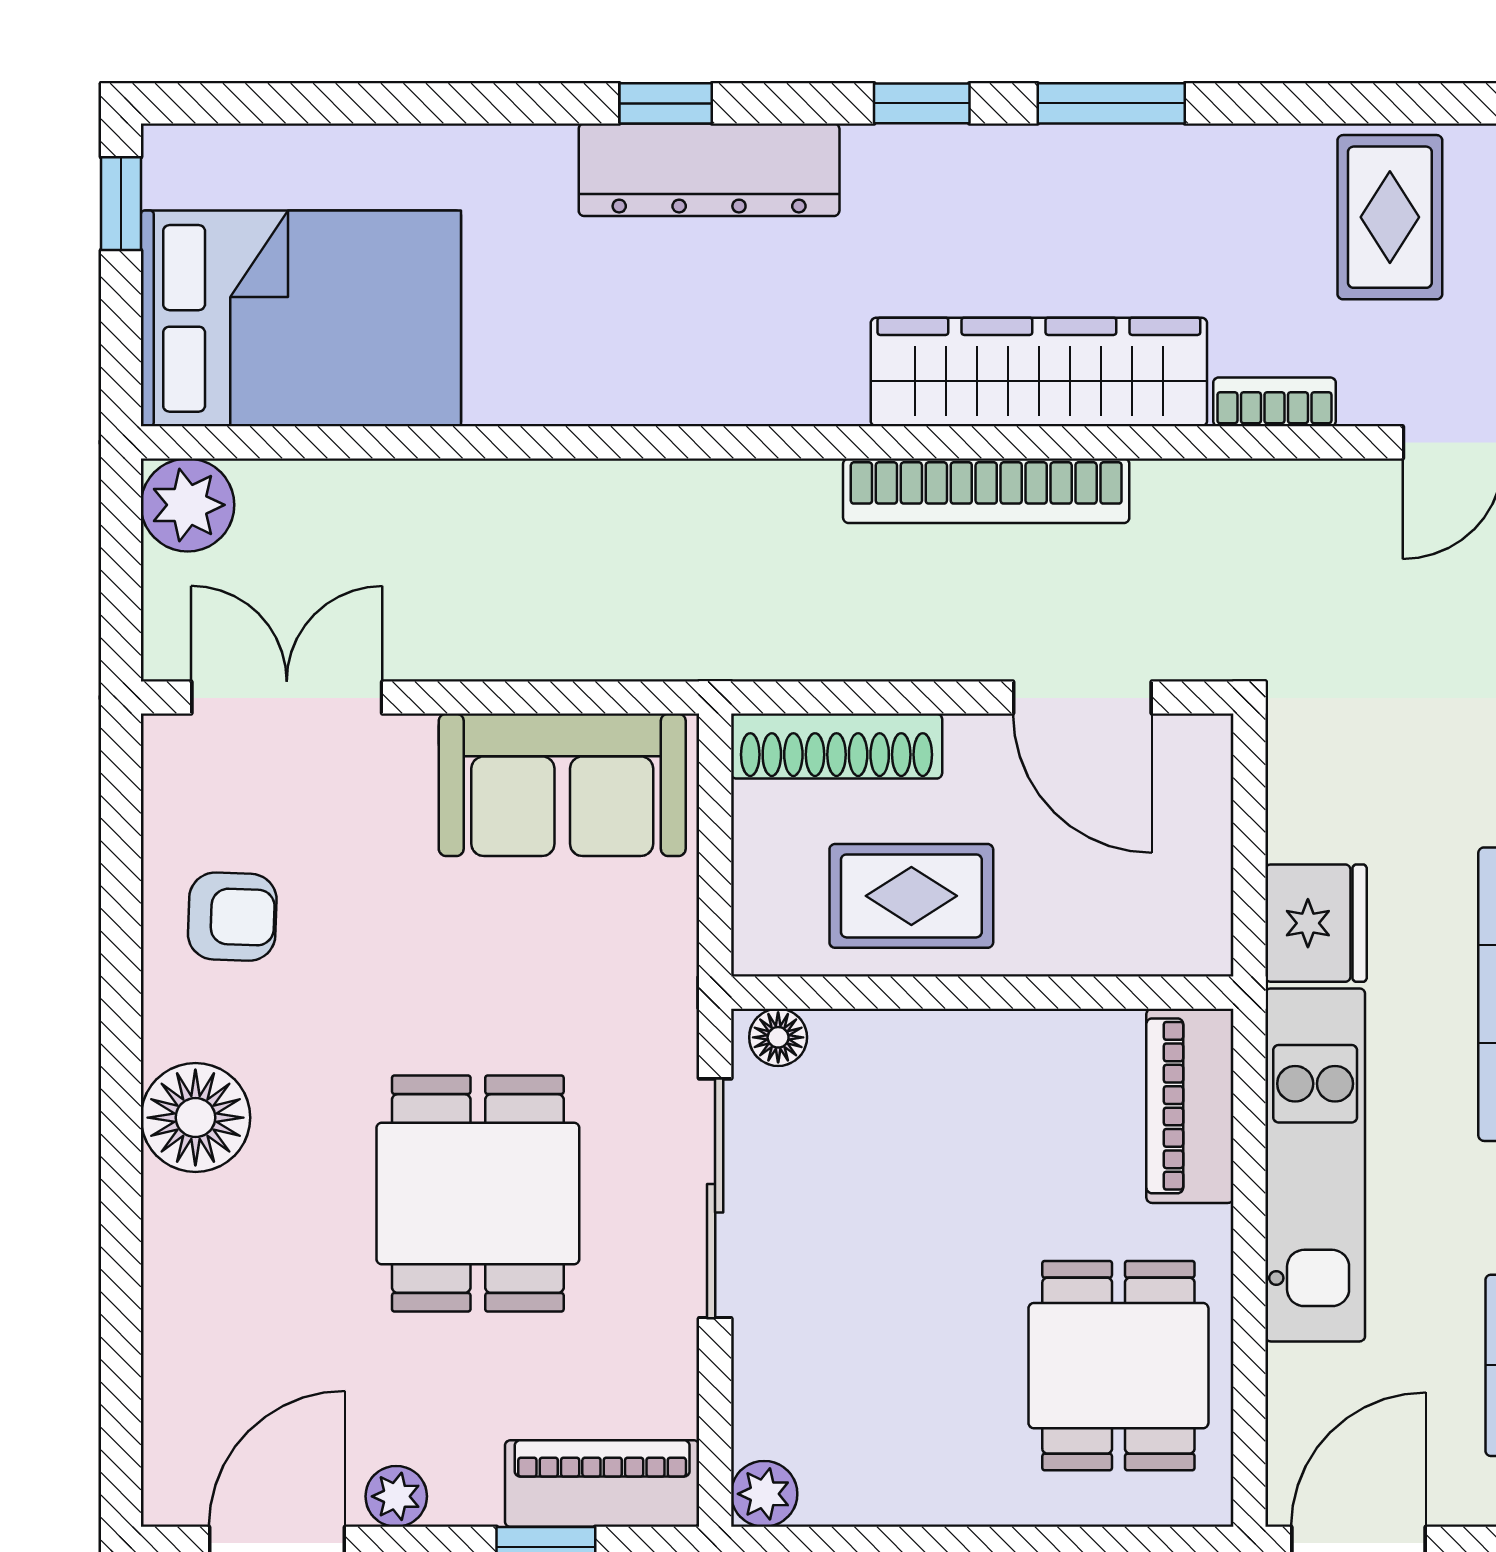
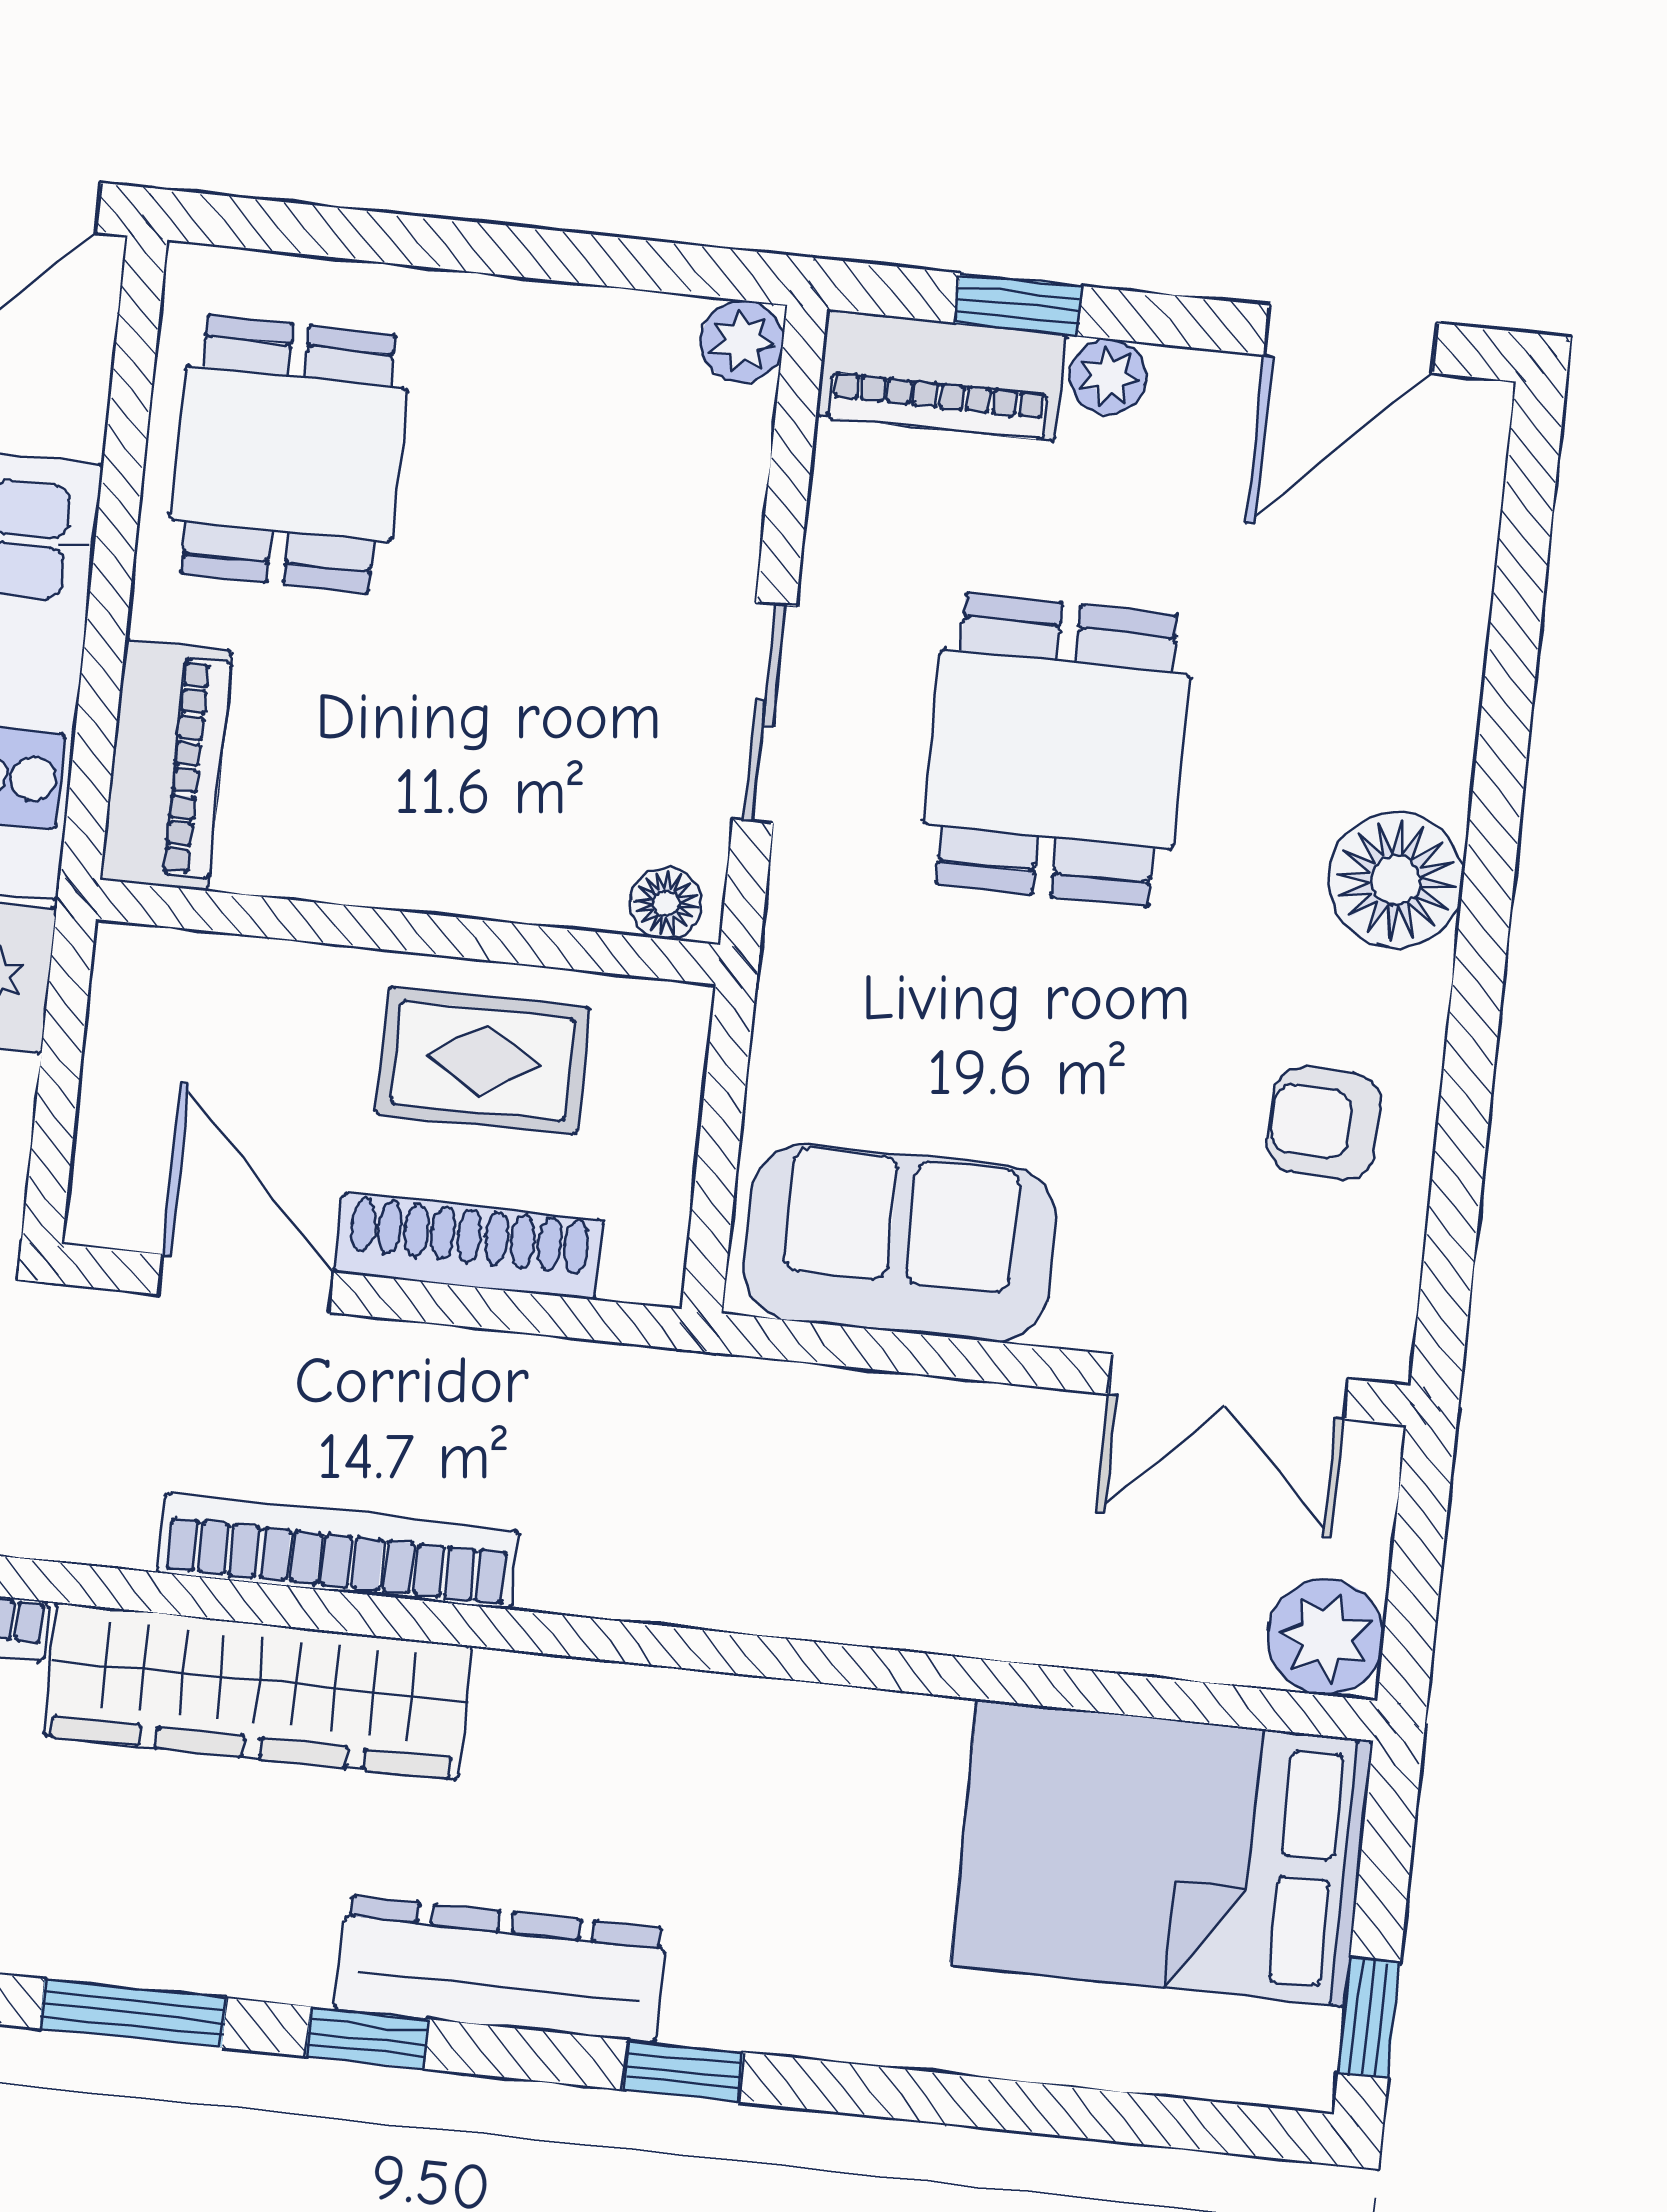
dresser: (709, 170) -> (501, 1969), moved
shoe rack: (837, 746) -> (469, 1246), moved
sliding door: (715, 1198) -> (764, 713), width x0.73
plant: (396, 1496) -> (1108, 377), moved

